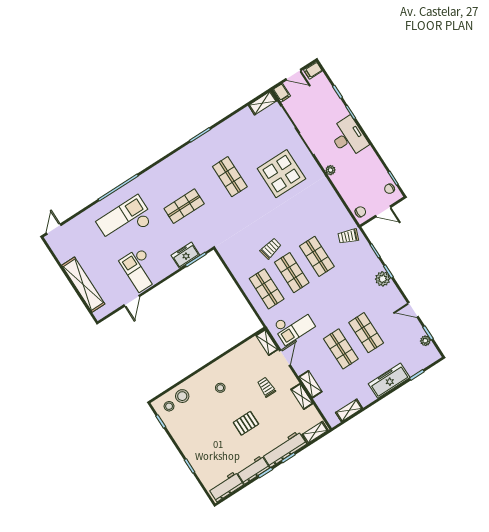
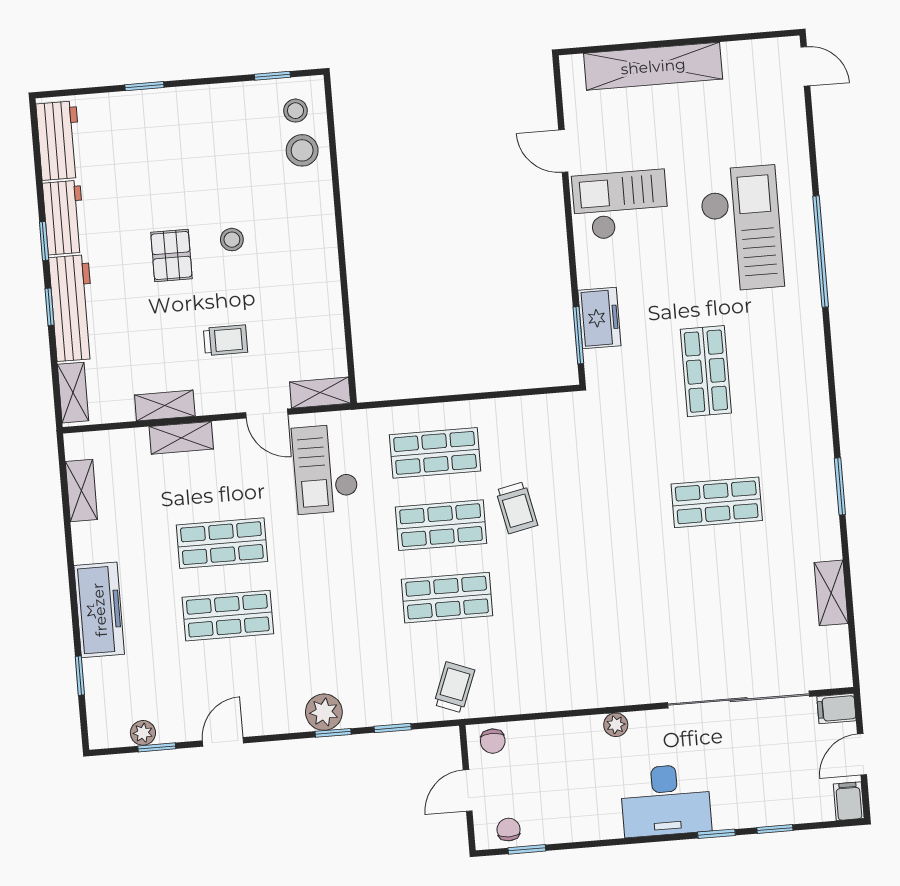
shelving: (263, 103) -> (831, 593), moved
display table: (281, 174) -> (664, 616), removed
stool: (220, 388) -> (232, 240), moved

